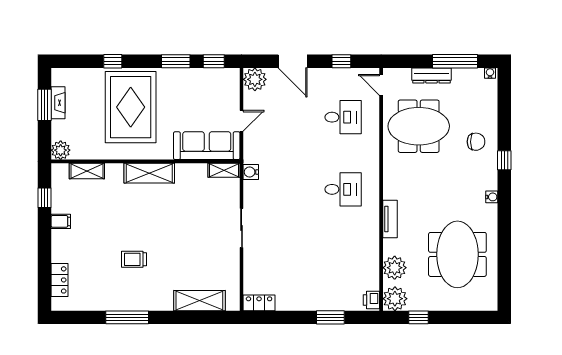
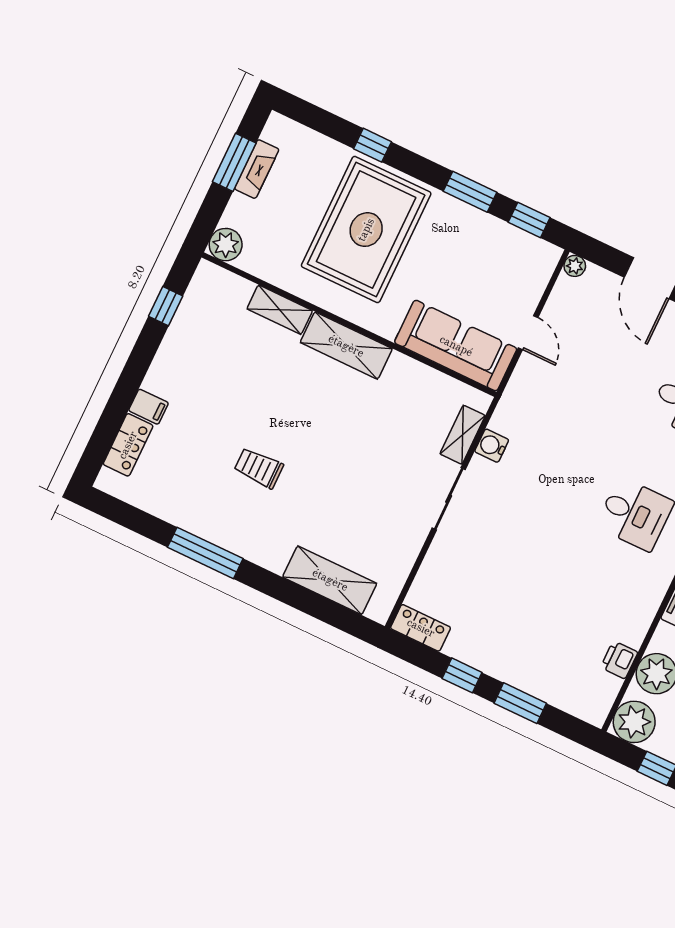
plant: (255, 79) -> (575, 266), width x0.53, depth x0.53
door: (242, 121) -> (528, 333), hinge flipped
shelving: (224, 170) -> (463, 435), moved, turned 90
shelving: (87, 171) -> (280, 310), moved
water cooler: (251, 172) -> (492, 446), moved
filing cabinet: (61, 221) -> (149, 407), moved
printer: (371, 300) -> (619, 660), moved
window: (293, 317) -> (462, 675), added

